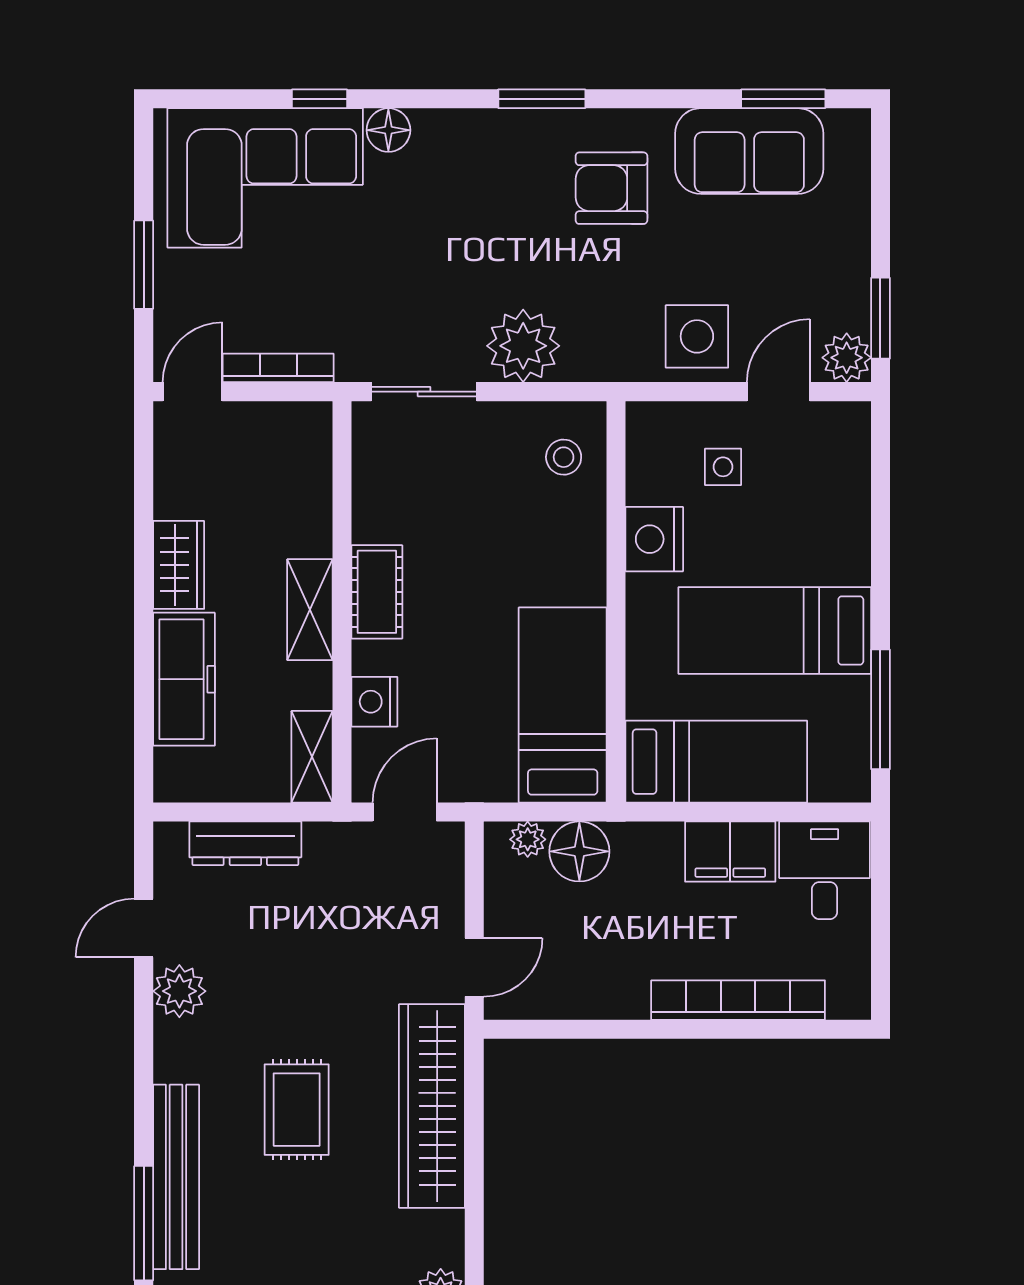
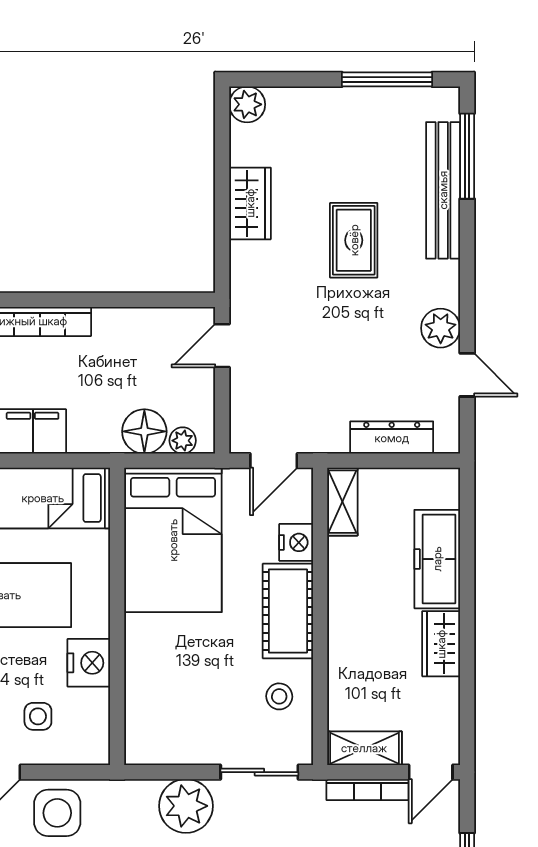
stool: (564, 457) -> (279, 696), moved
cot: (377, 592) -> (288, 611), width x1.37, depth x1.34
shelving: (310, 610) -> (364, 748), moved, turned 90
bed: (563, 705) -> (173, 540), width x1.50
door: (144, 928) -> (467, 375), hinge flipped
wardrobe: (432, 1106) -> (250, 203), width x0.48, depth x0.85

